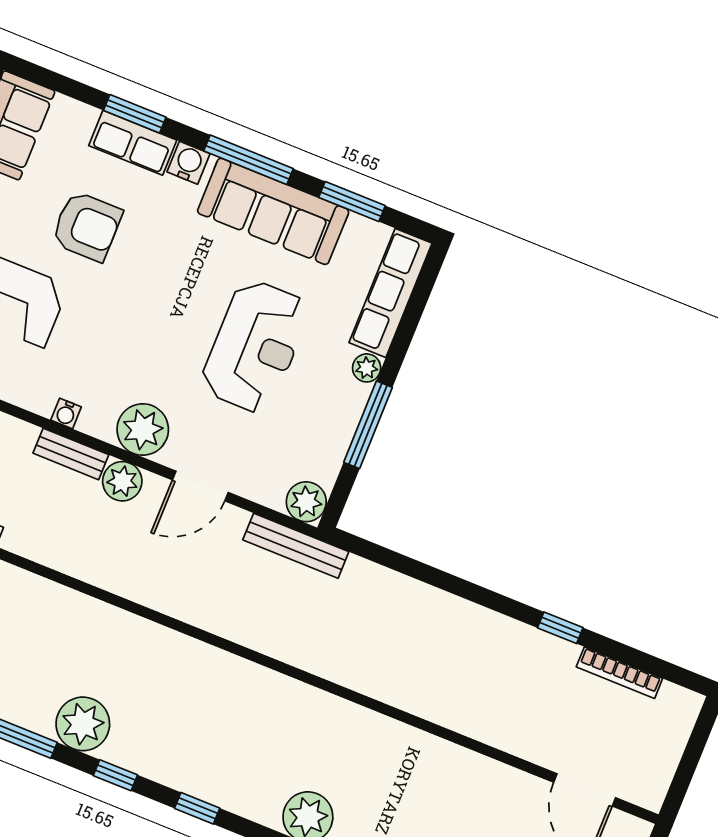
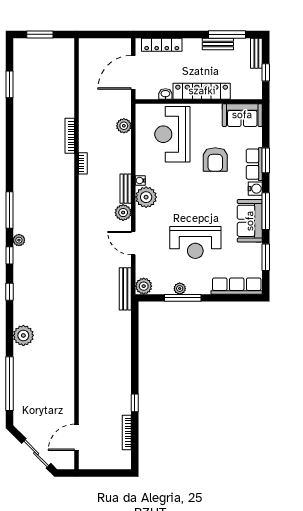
sofa: (273, 211) -> (250, 221), width x0.73
plant: (367, 368) -> (180, 289), moved
plant: (143, 429) -> (146, 197), moved
plant: (83, 724) -> (19, 240), width x0.53, depth x0.53

